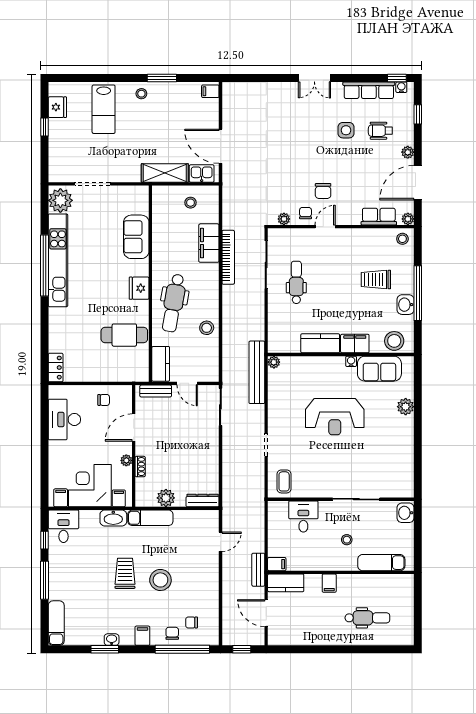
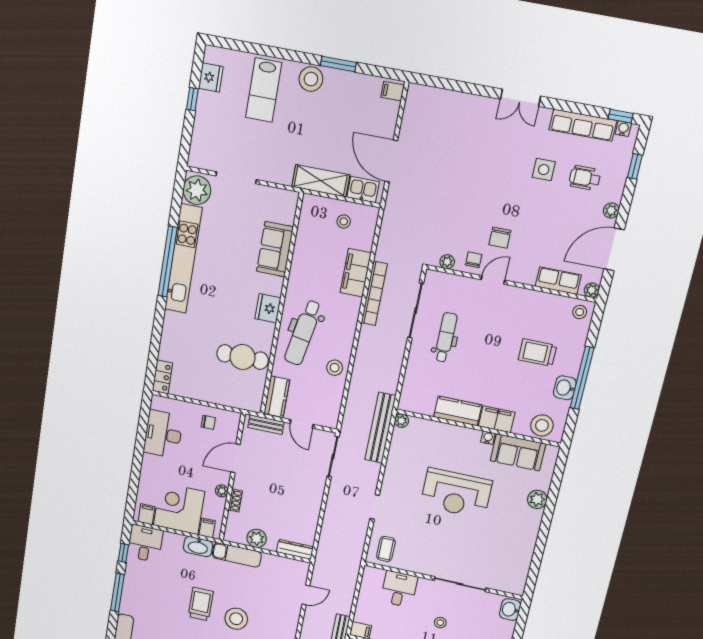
stool: (141, 94) -> (311, 79), width x1.89, depth x1.89

